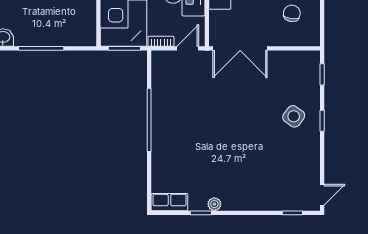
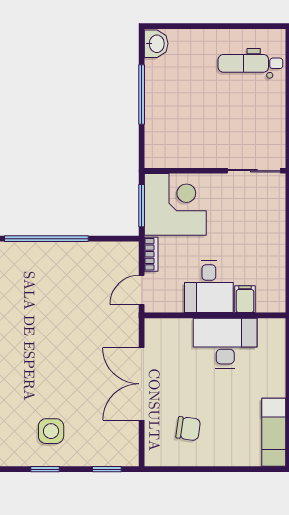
door: (188, 48) -> (142, 290), swing flipped
double door: (240, 48) -> (142, 384), moved
side table: (294, 116) -> (51, 431), turned -36

